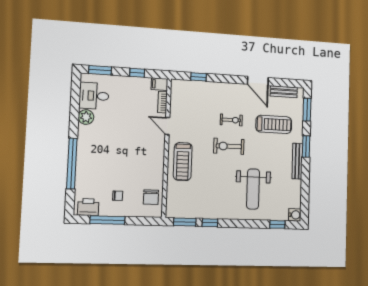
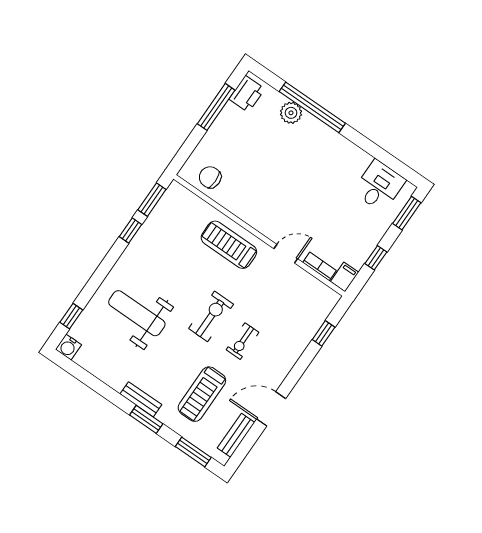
plant: (86, 117) -> (291, 113), moved
bench: (297, 161) -> (141, 399), width x0.73
chair: (118, 196) -> (238, 138), removed

